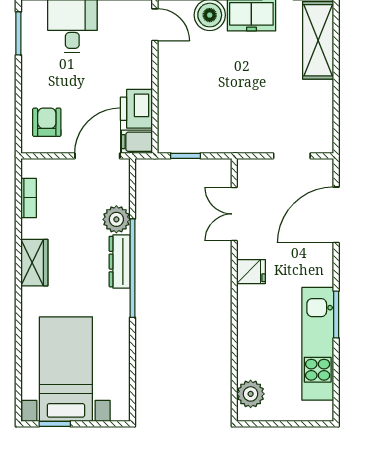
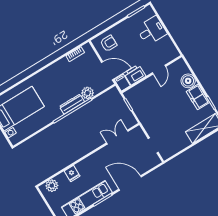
door: (155, 25) -> (159, 70), moved
door: (336, 215) -> (130, 183), moved
wardrobe: (34, 263) -> (52, 72), removed
fridge: (251, 272) -> (72, 174), moved

